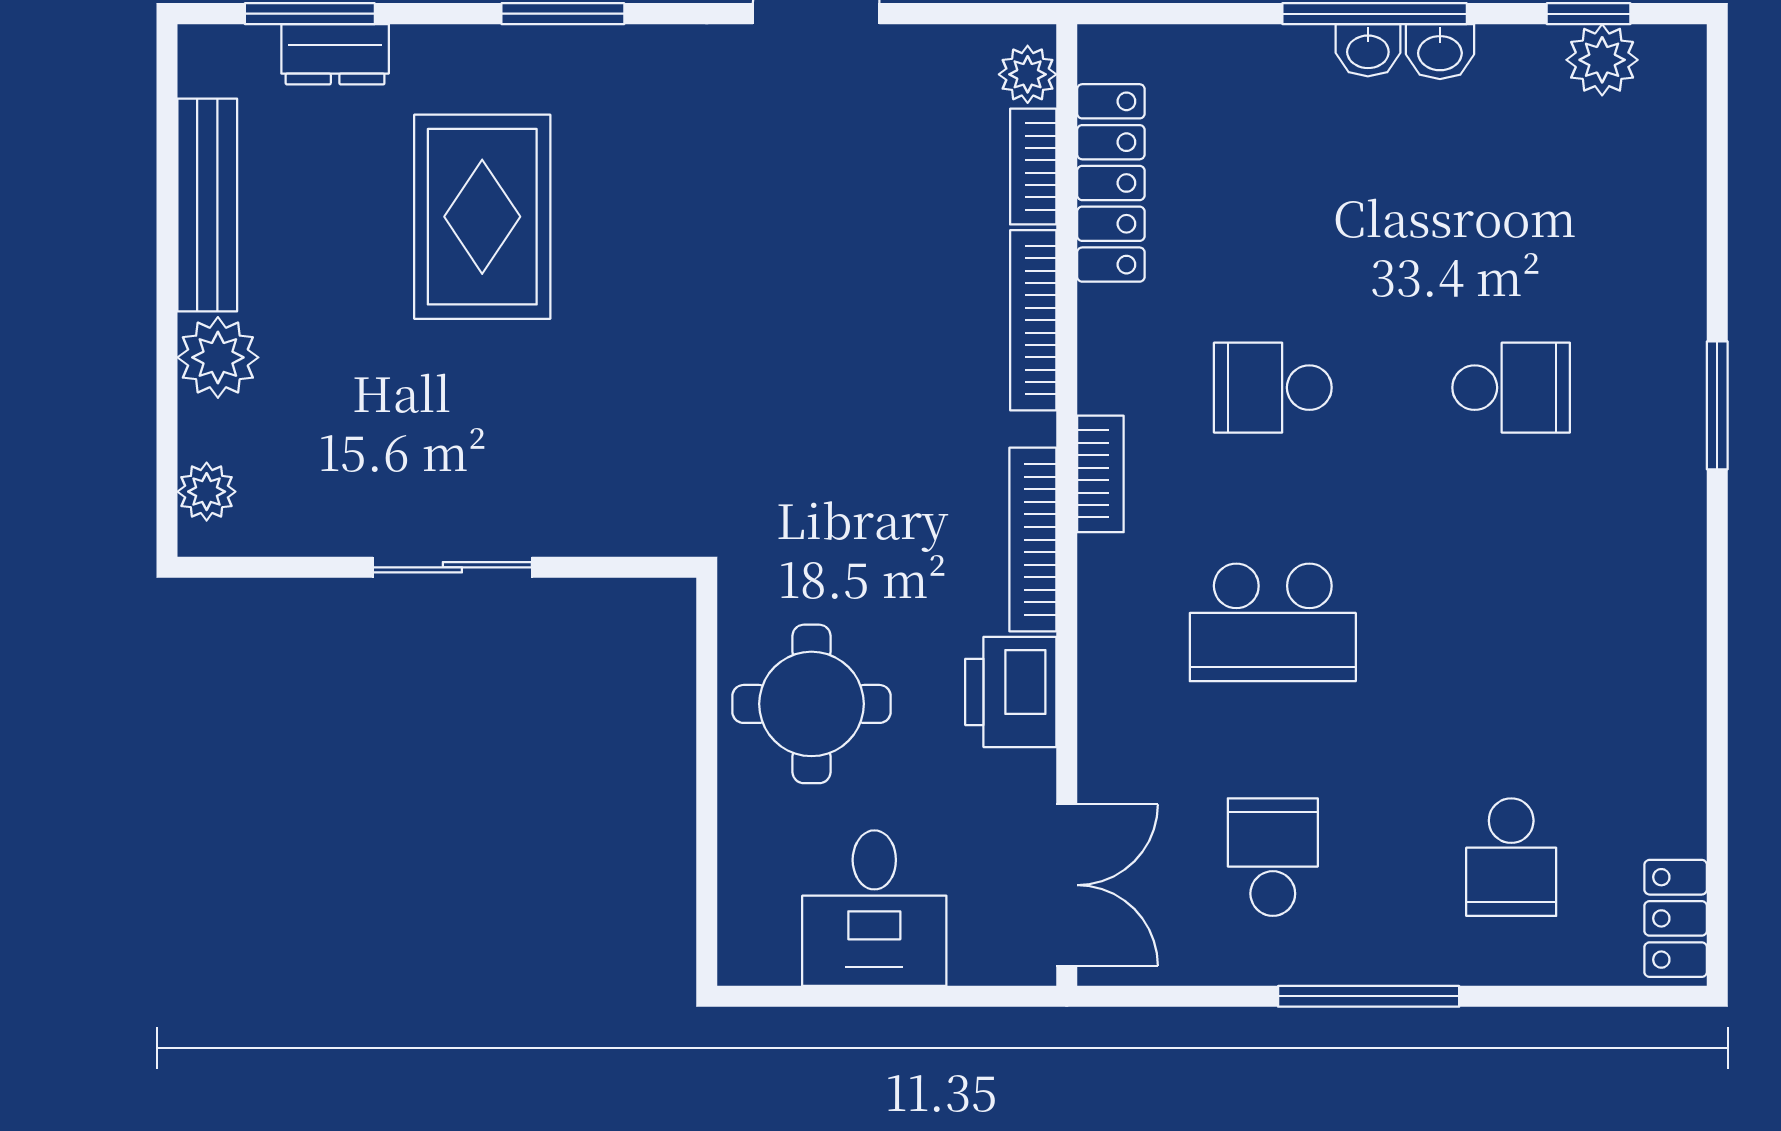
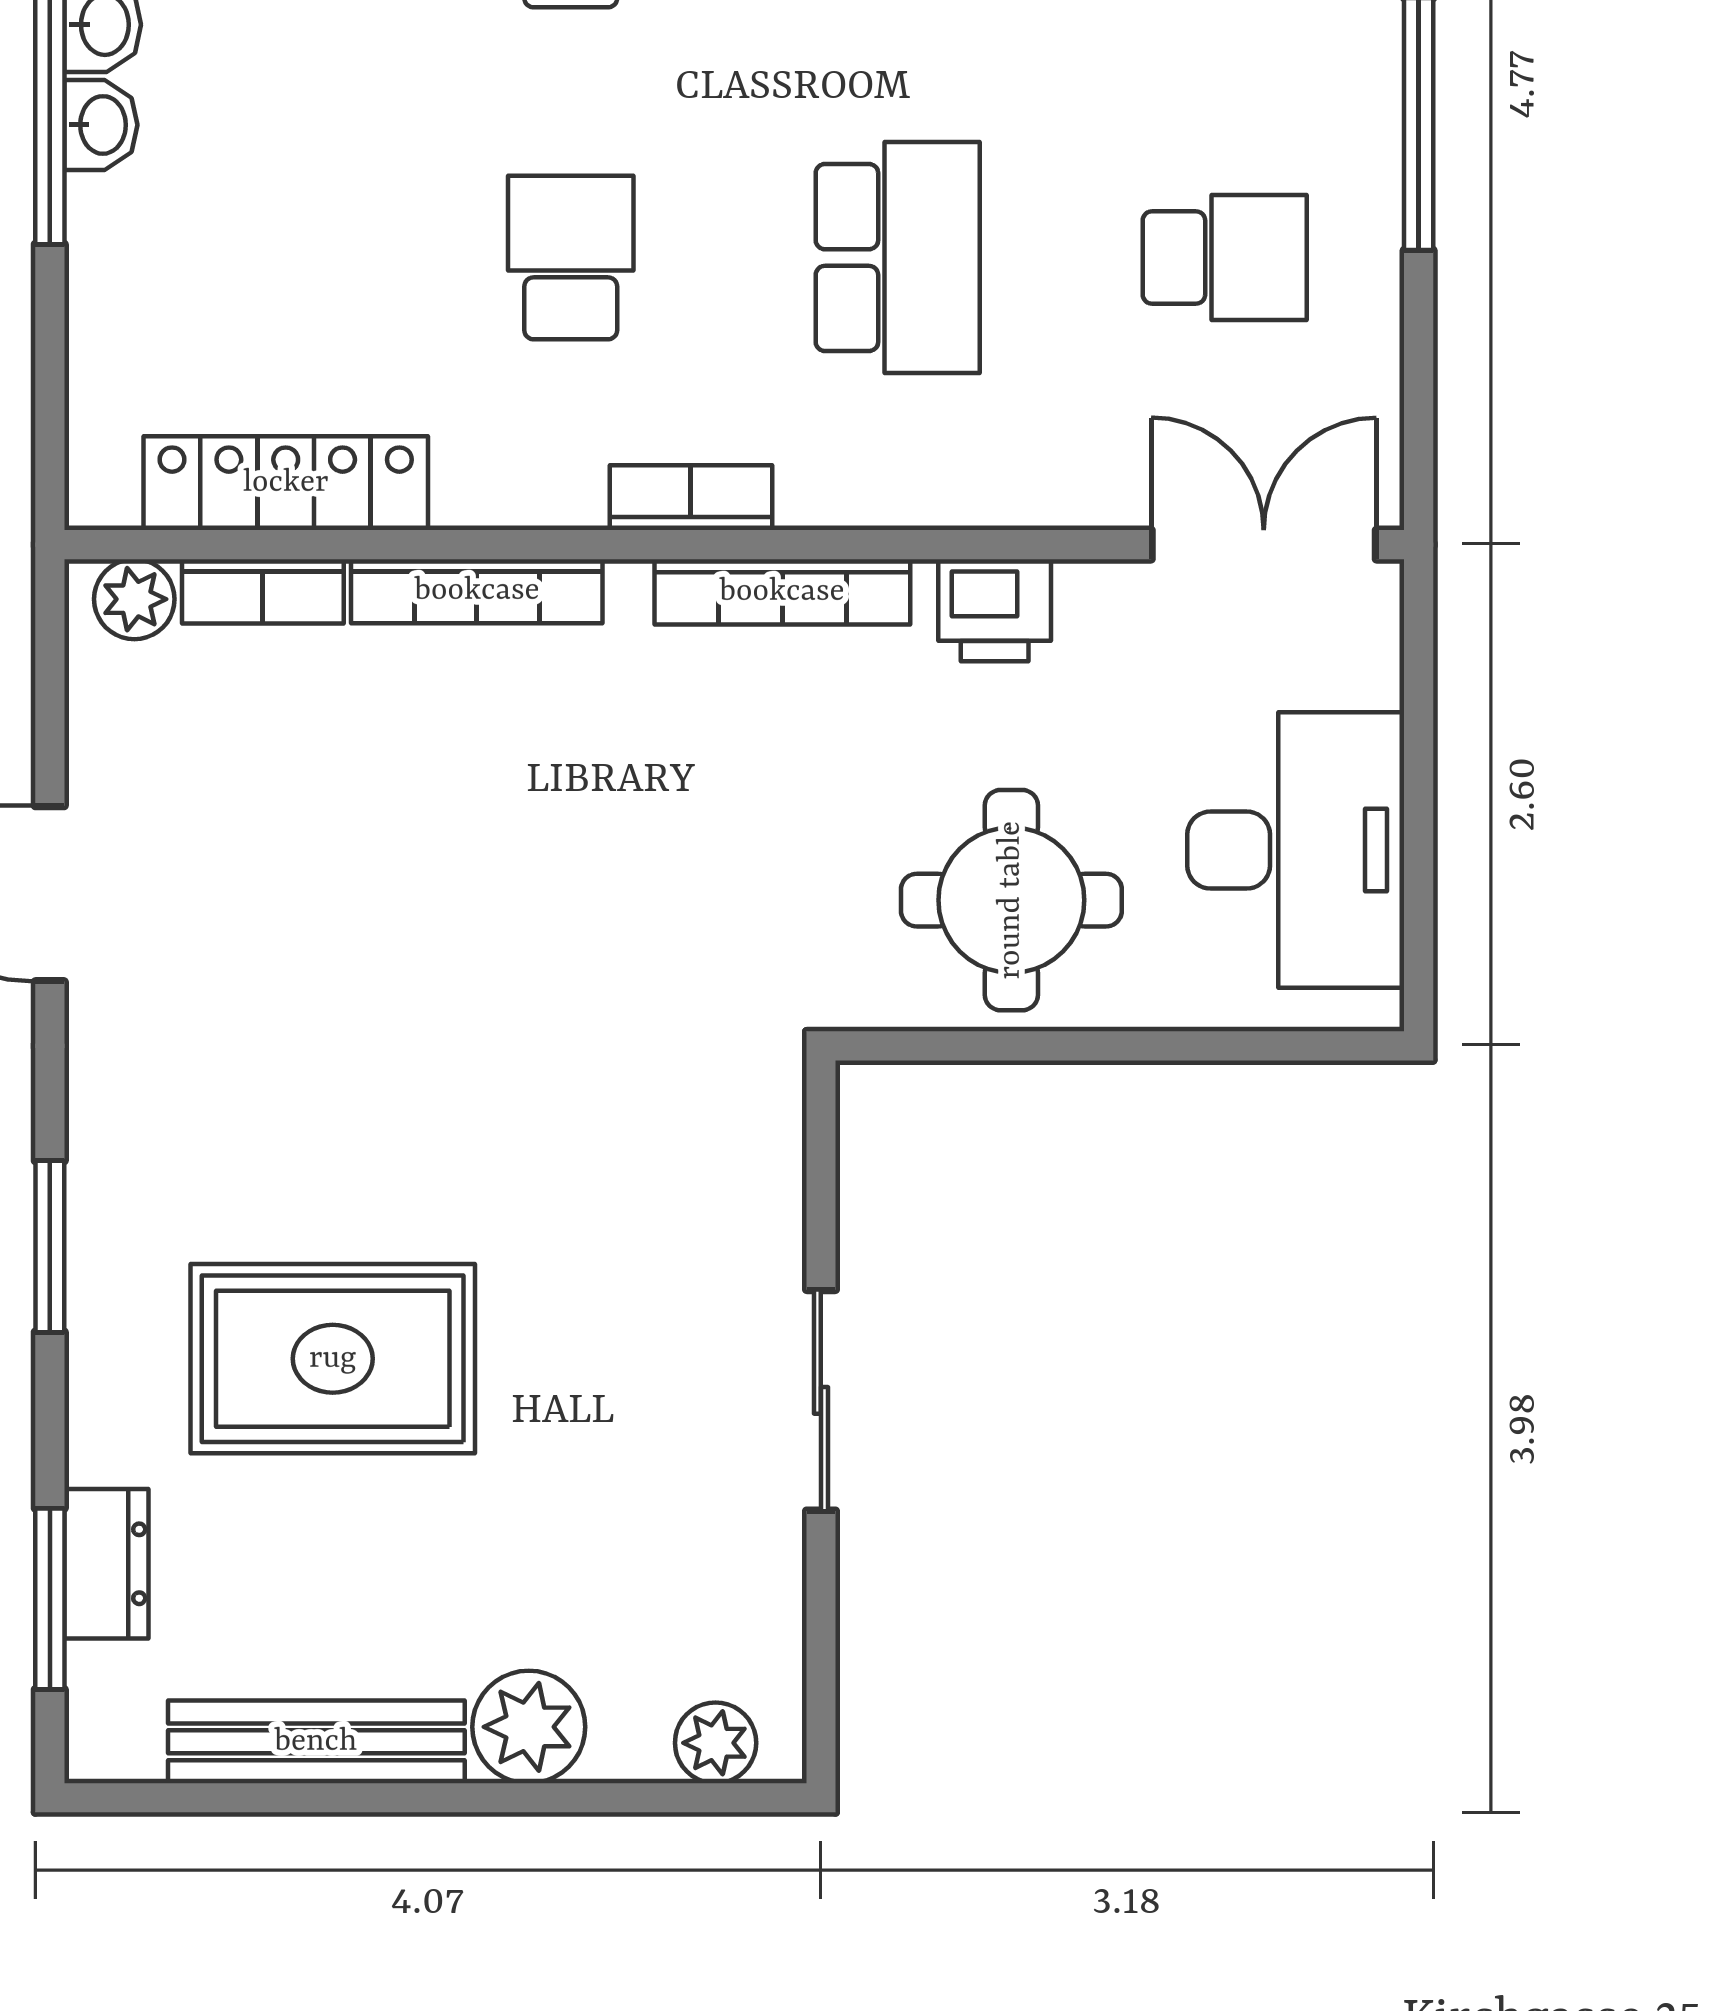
school desk: (1273, 388) -> (571, 258), turned 180
printer: (1011, 692) -> (995, 610), width x0.73, depth x0.81
school desk: (1273, 857) -> (1225, 258), turned 180
desk: (874, 908) -> (1296, 850), width x1.37

